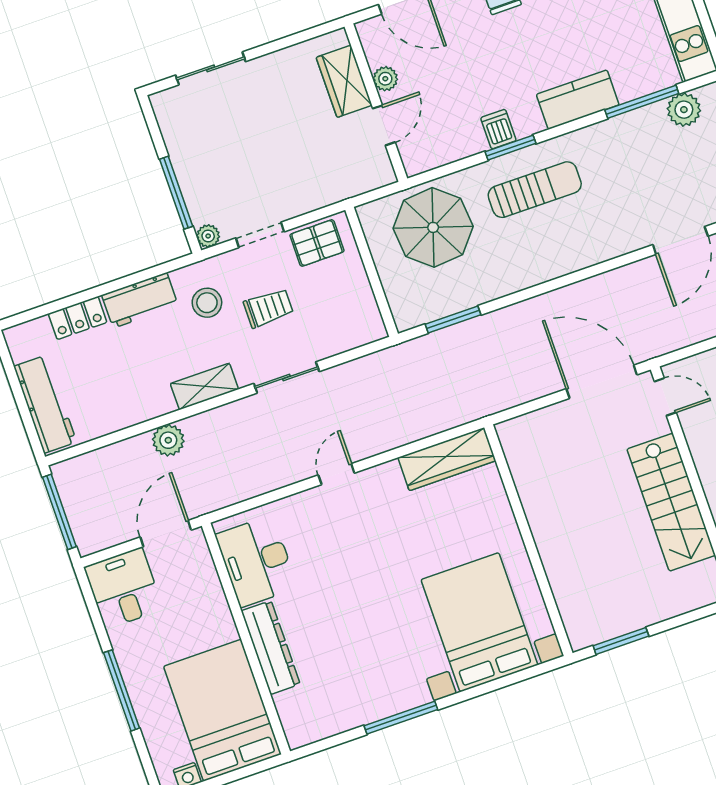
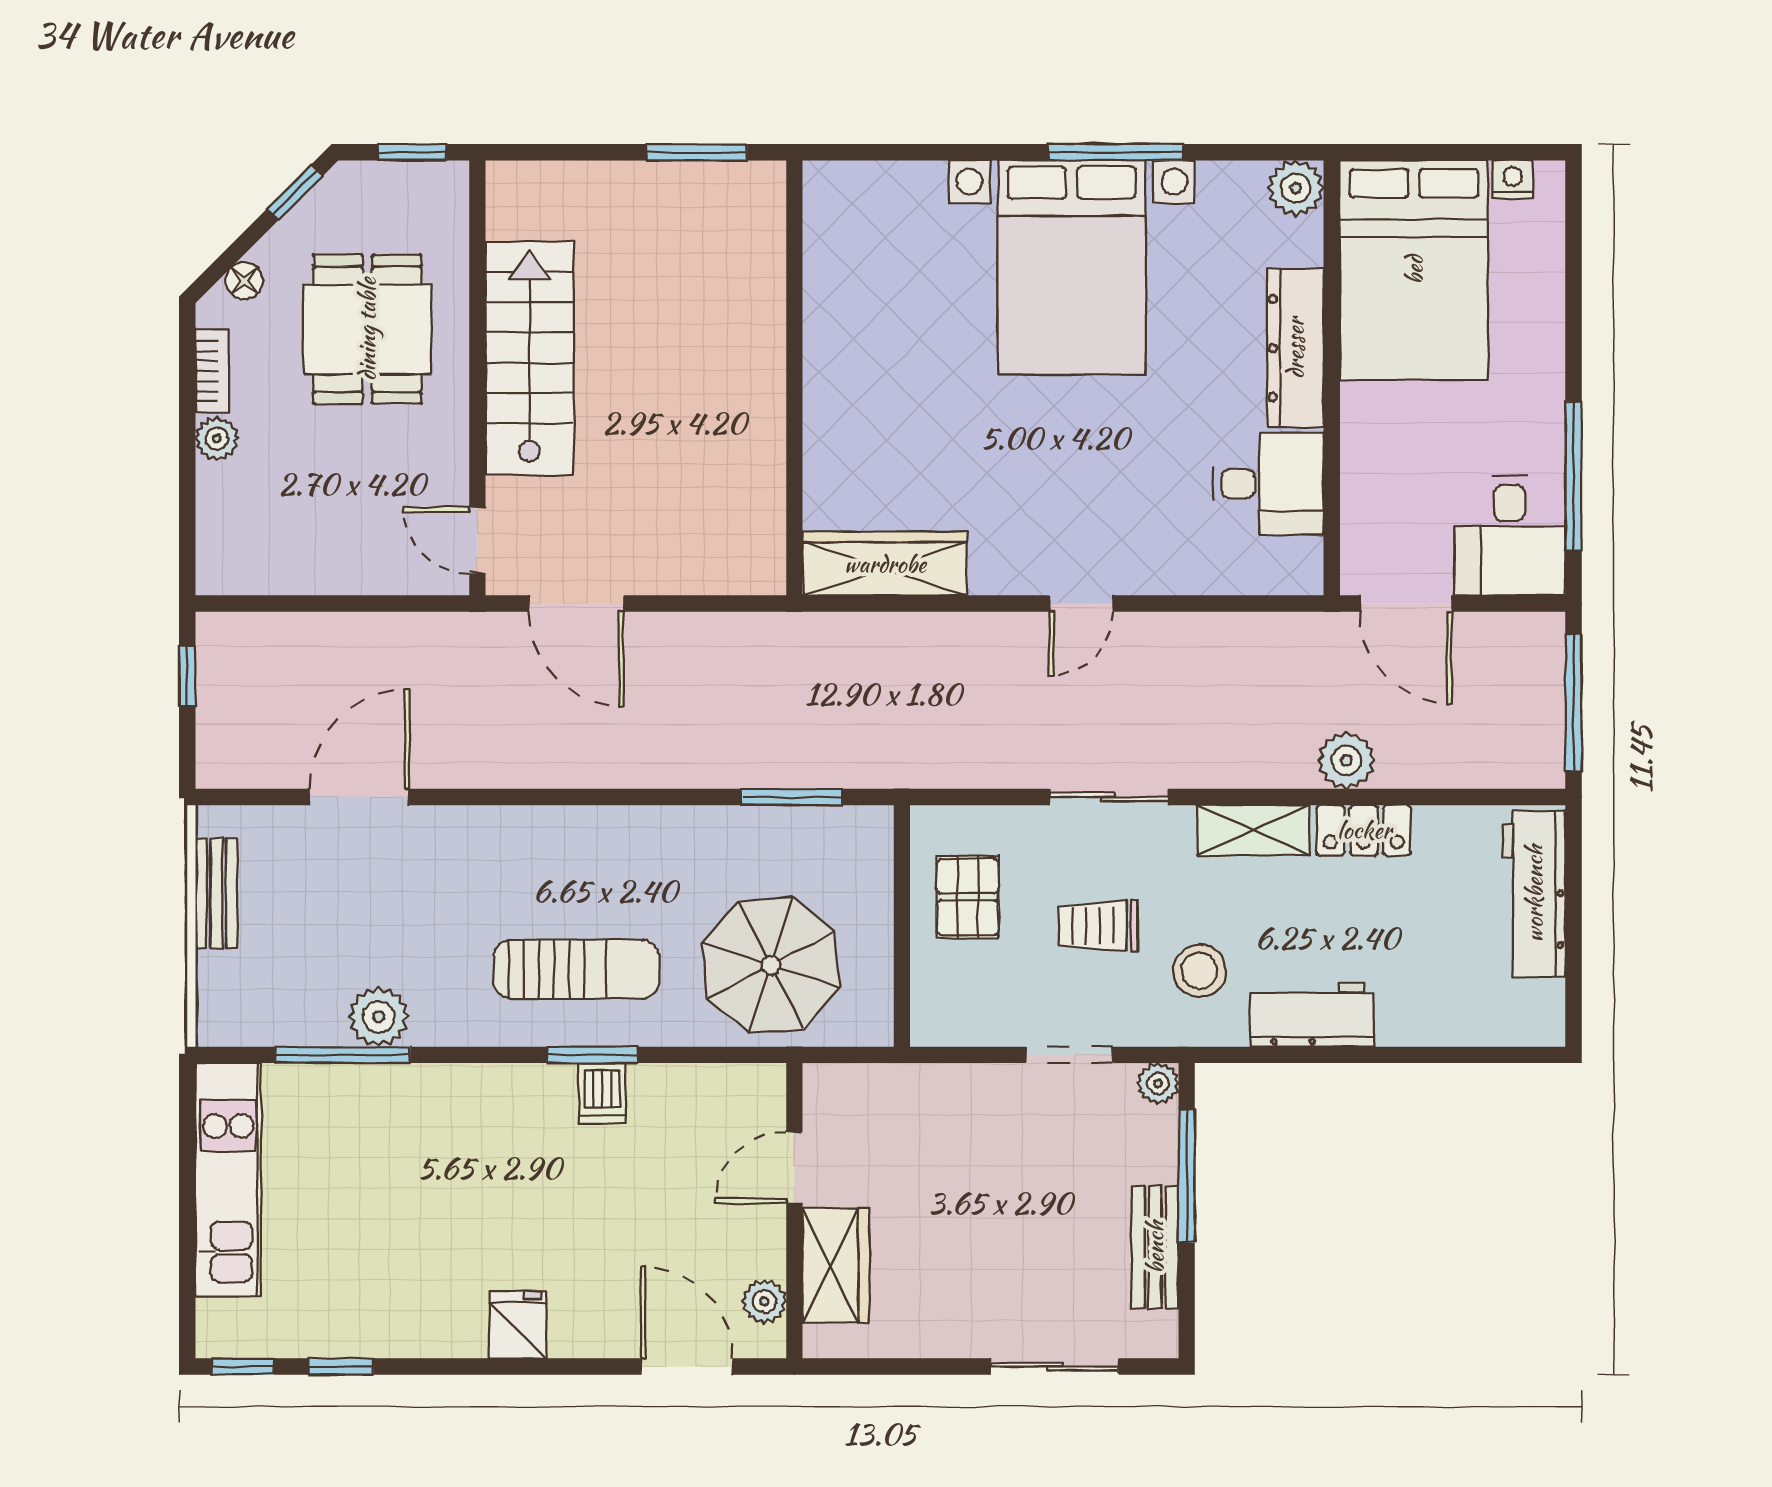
plant: (385, 79) -> (764, 1301), moved
kitchen counter: (578, 100) -> (450, 1097), removed
plant: (684, 110) -> (379, 1017), moved
bench: (180, 149) -> (1155, 1247), added
sun lounger: (535, 190) -> (576, 969), turned 180
pallet: (317, 243) -> (968, 897), moved, turned 90
locker: (78, 318) -> (1364, 830), moved, turned 180
door: (602, 382) -> (576, 604), width x0.73
door: (166, 534) -> (1406, 604), hinge flipped
desk: (256, 561) -> (1268, 484), width x0.73
bed with nightstands: (479, 622) -> (1072, 268), moved
window: (122, 690) -> (1573, 476), moved
plant: (300, 732) -> (1296, 188), added

